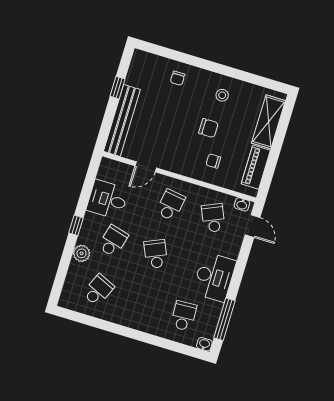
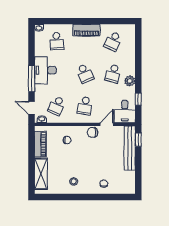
window: (118, 88) -> (138, 140), moved
chair: (208, 128) -> (92, 132), moved
desk: (107, 200) -> (125, 112), moved, turned 90
school desk: (213, 218) -> (57, 106), turned 48
window: (76, 225) -> (138, 99), moved
plant: (82, 253) -> (130, 81), moved
piano: (133, 319) -> (86, 30), added
window: (224, 319) -> (31, 79), moved

